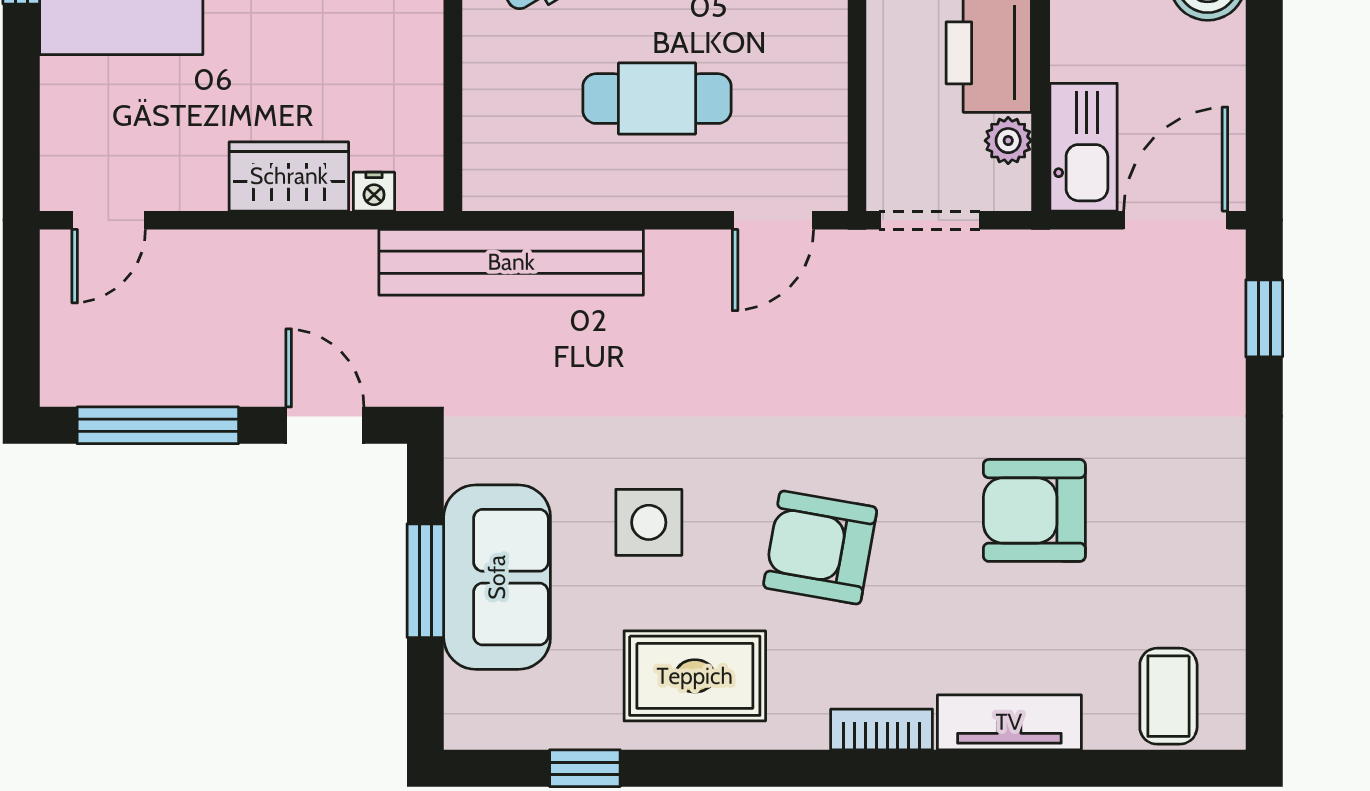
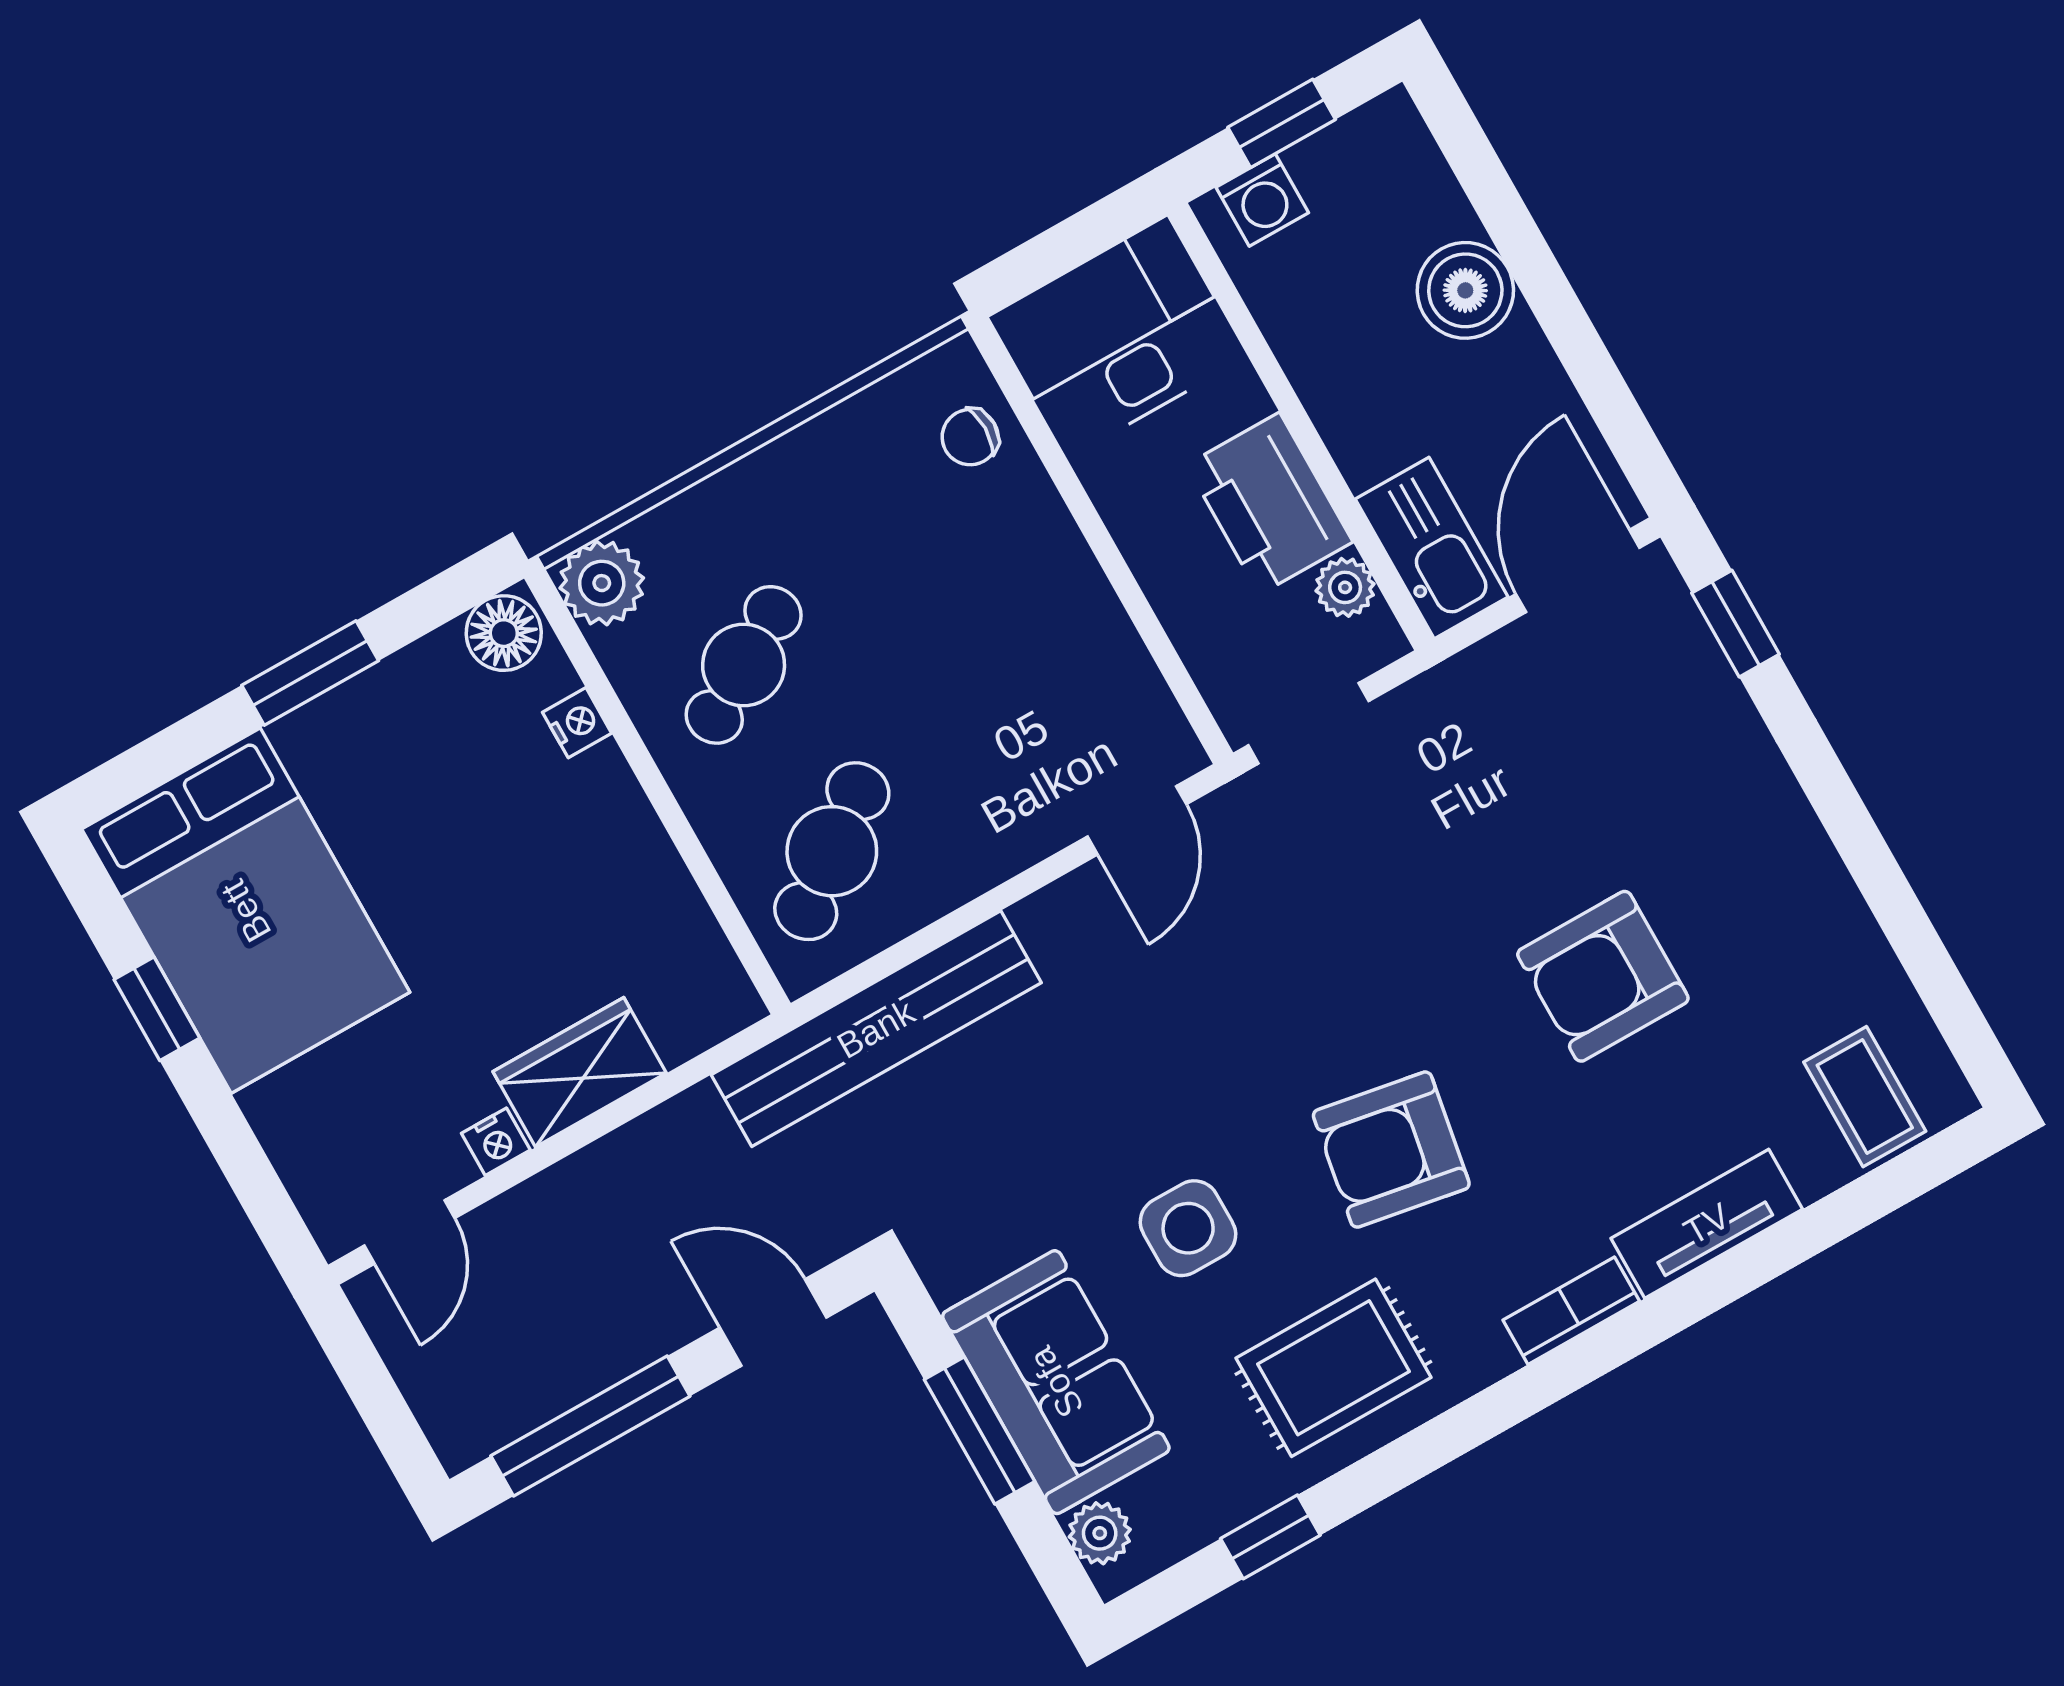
cafe table: (657, 99) -> (832, 851), moved, turned -37
nightstand: (374, 192) -> (496, 1142), moved
plant: (468, 699) -> (1100, 1533), added

